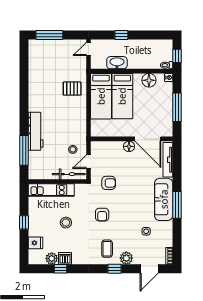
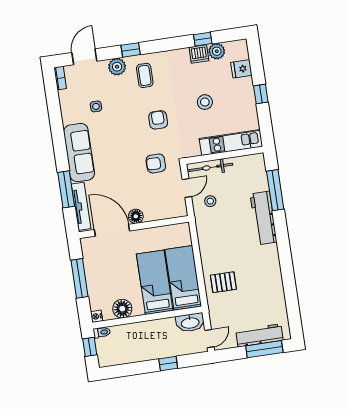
workbench: (51, 46) -> (259, 335), added
washbasin: (117, 63) -> (190, 323), moved
window: (177, 205) -> (66, 189), moved

